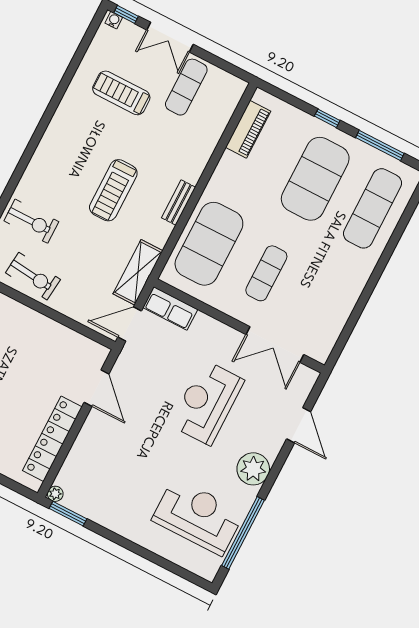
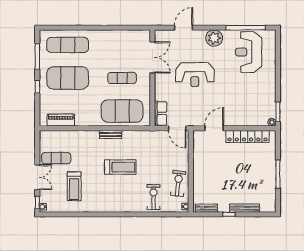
shelving: (138, 272) -> (152, 137), removed

